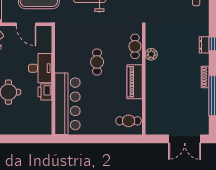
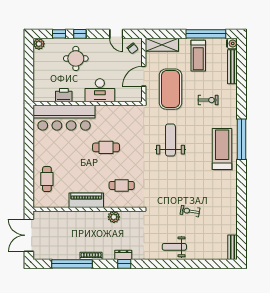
plant: (151, 54) -> (114, 217), moved
wall: (144, 80) -> (88, 209), moved
piano: (135, 82) -> (86, 200), moved
printer: (45, 92) -> (64, 95), moved

